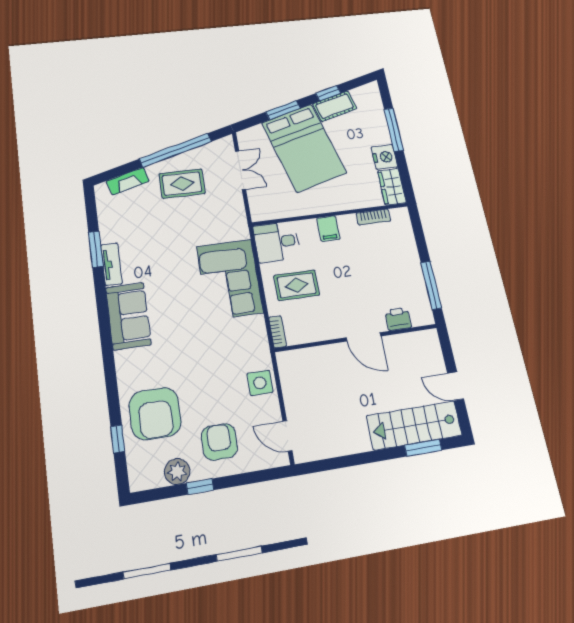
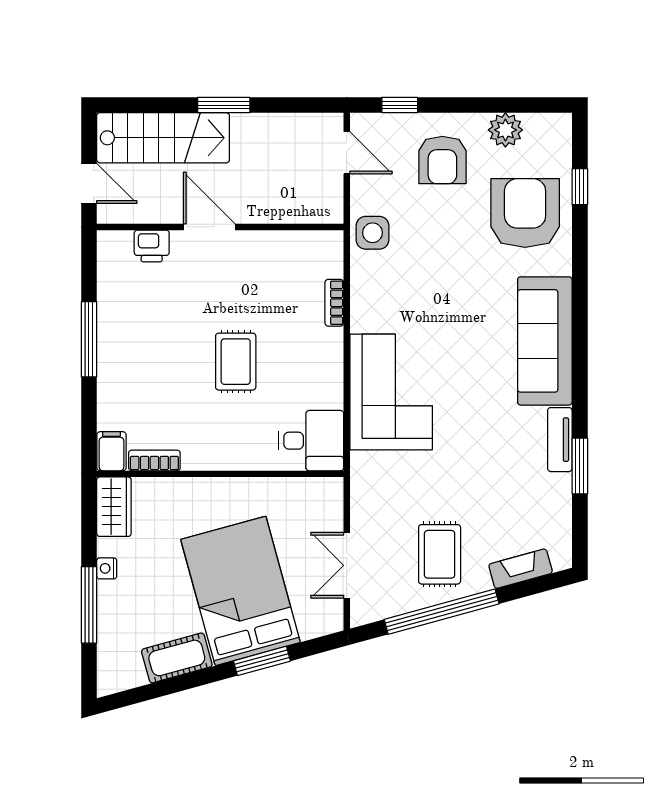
window: (328, 93) -> (183, 683), removed
nightstand: (384, 157) -> (107, 568), width x0.53, depth x0.56
rug: (182, 184) -> (440, 554), turned 90
filing cabinet: (328, 229) -> (111, 451), moved
rug: (297, 285) -> (236, 362), moved, turned 90
sofa: (128, 316) -> (545, 341), width x1.36
printer: (398, 319) -> (152, 246), moved
door: (364, 337) -> (209, 227), moved
wall: (356, 338) -> (220, 227), moved
window: (423, 448) -> (224, 105), moved
window: (200, 487) -> (400, 105), moved

